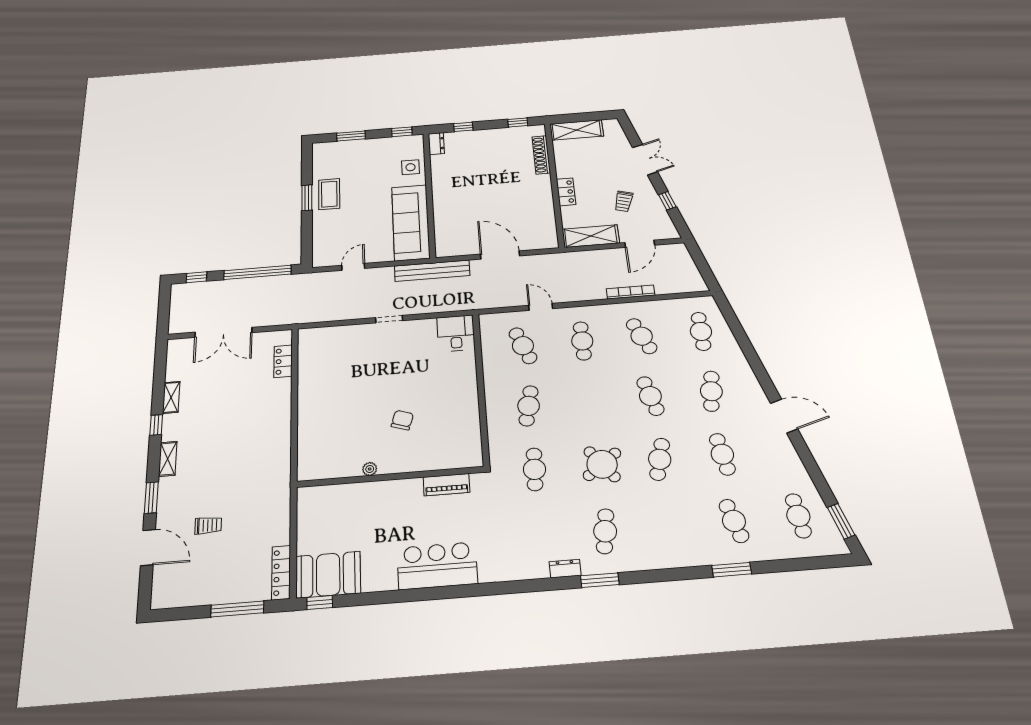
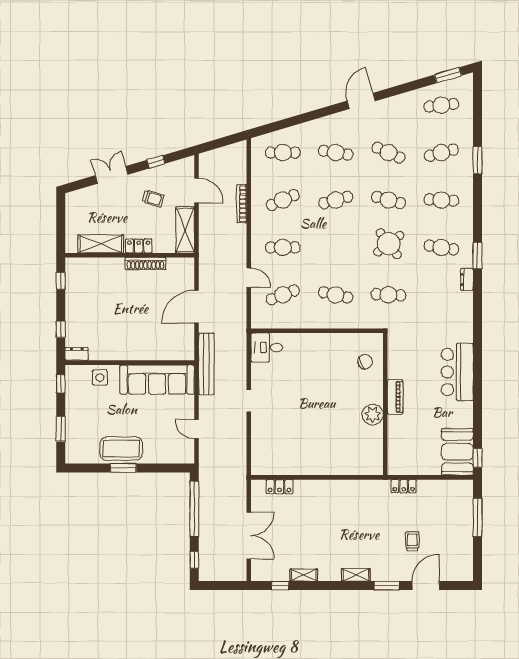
shelving: (577, 130) -> (101, 244), moved, turned 90
shoe rack: (541, 155) -> (145, 264), moved
coffee table: (329, 194) -> (121, 449), width x1.36, depth x1.32
door: (541, 307) -> (249, 278), swing flipped
chair: (402, 420) -> (365, 362), moved, turned 139
window: (156, 425) -> (280, 586), moved
cafe table: (722, 454) -> (388, 153), turned 33
plant: (370, 469) -> (373, 415), width x1.87, depth x1.87
piano: (446, 485) -> (395, 397), moved
cafe table: (670, 526) -> (441, 200), added
locker: (281, 573) -> (404, 486), moved, width x0.66

